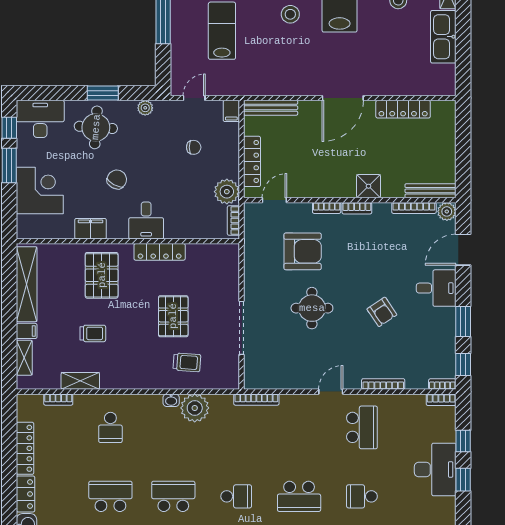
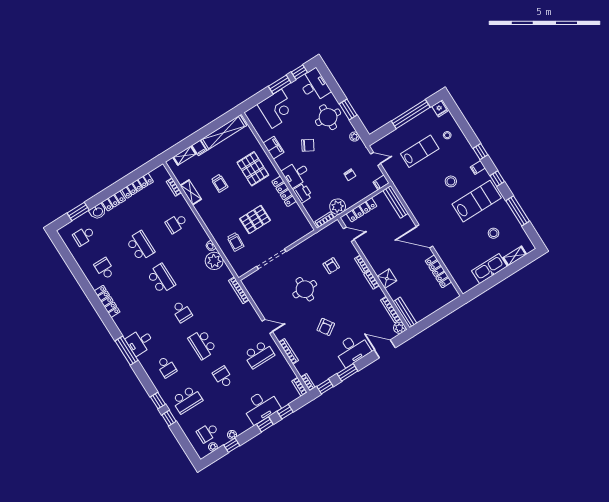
printer: (178, 228) -> (303, 193), added
armchair: (303, 251) -> (331, 266), width x0.53, depth x0.53
pallet: (102, 275) -> (253, 169), turned 90
desk: (436, 288) -> (352, 350), width x1.37

